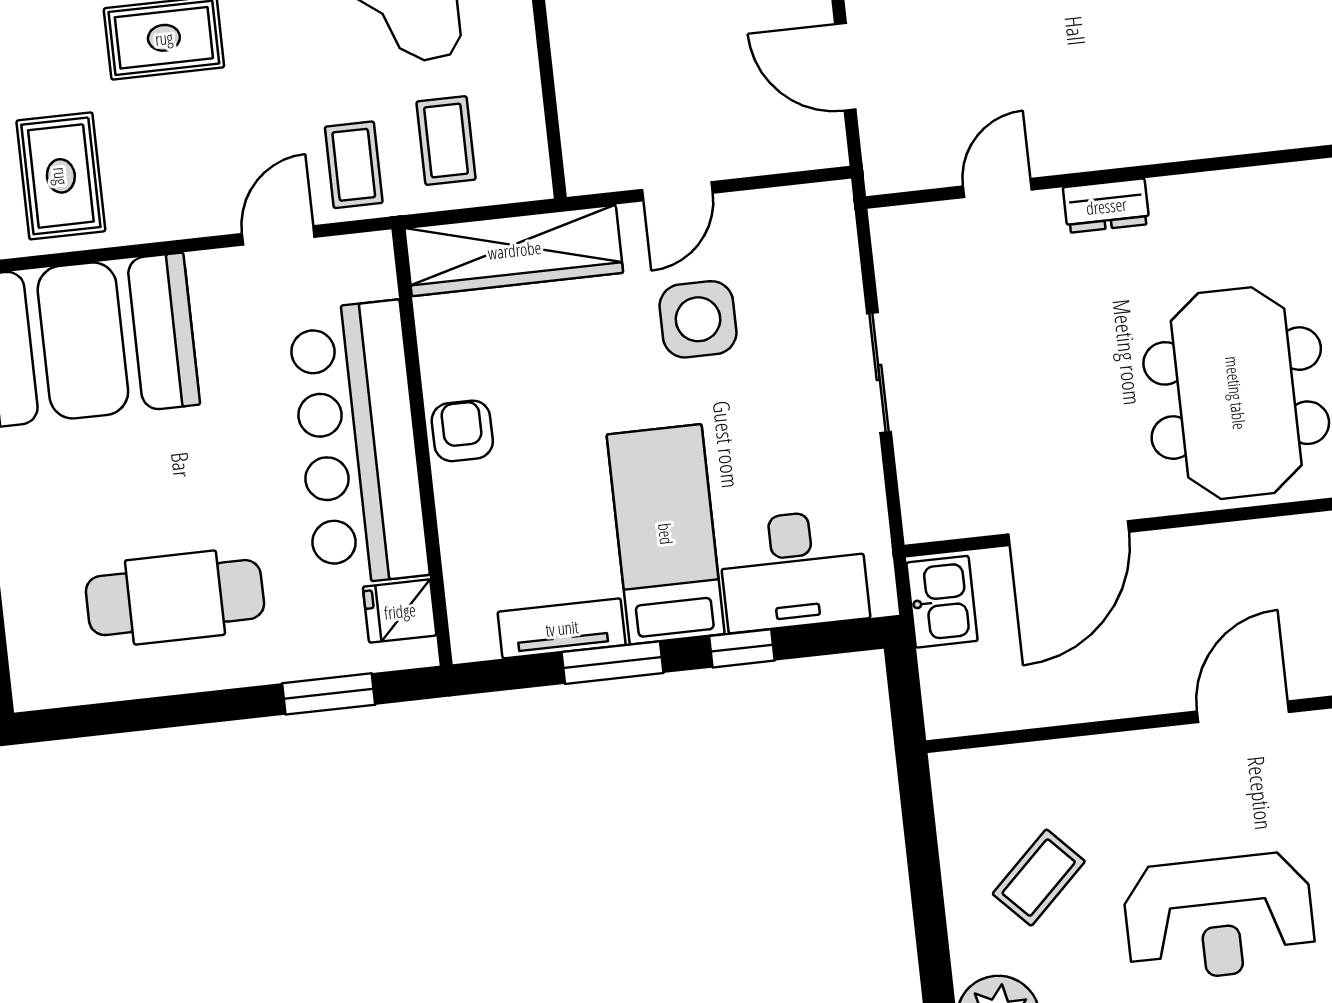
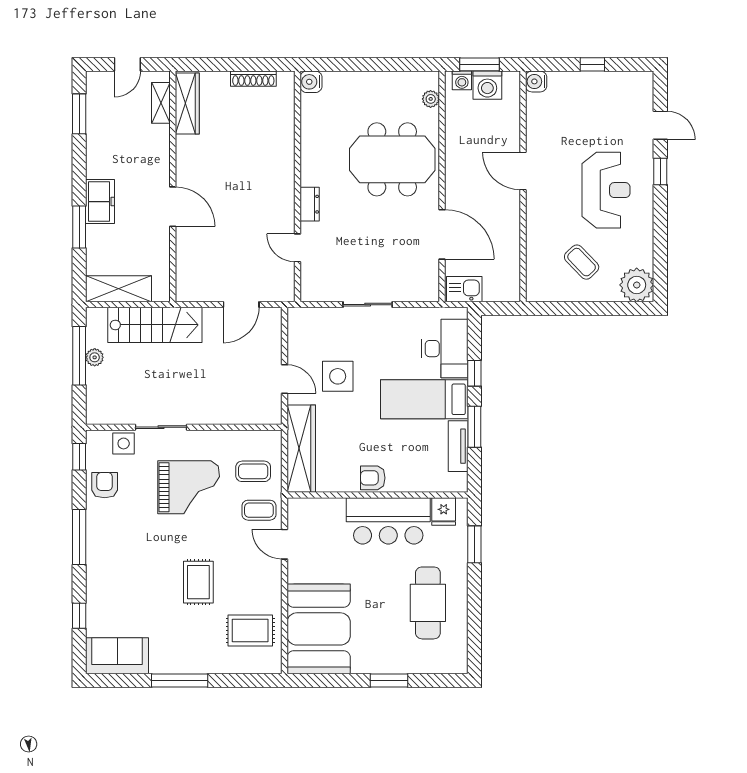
bar counter: (358, 443) -> (388, 521), width x0.73

